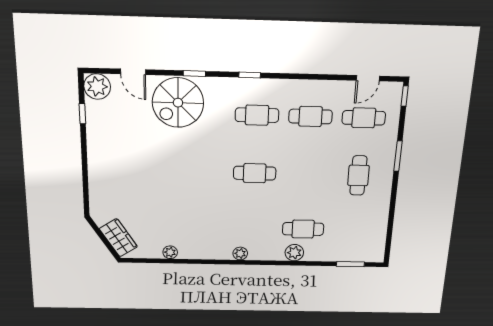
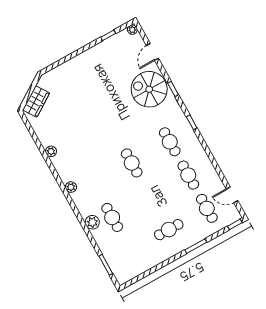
plant: (97, 87) -> (132, 30), width x0.53, depth x0.53
plant: (170, 252) -> (51, 151), moved

